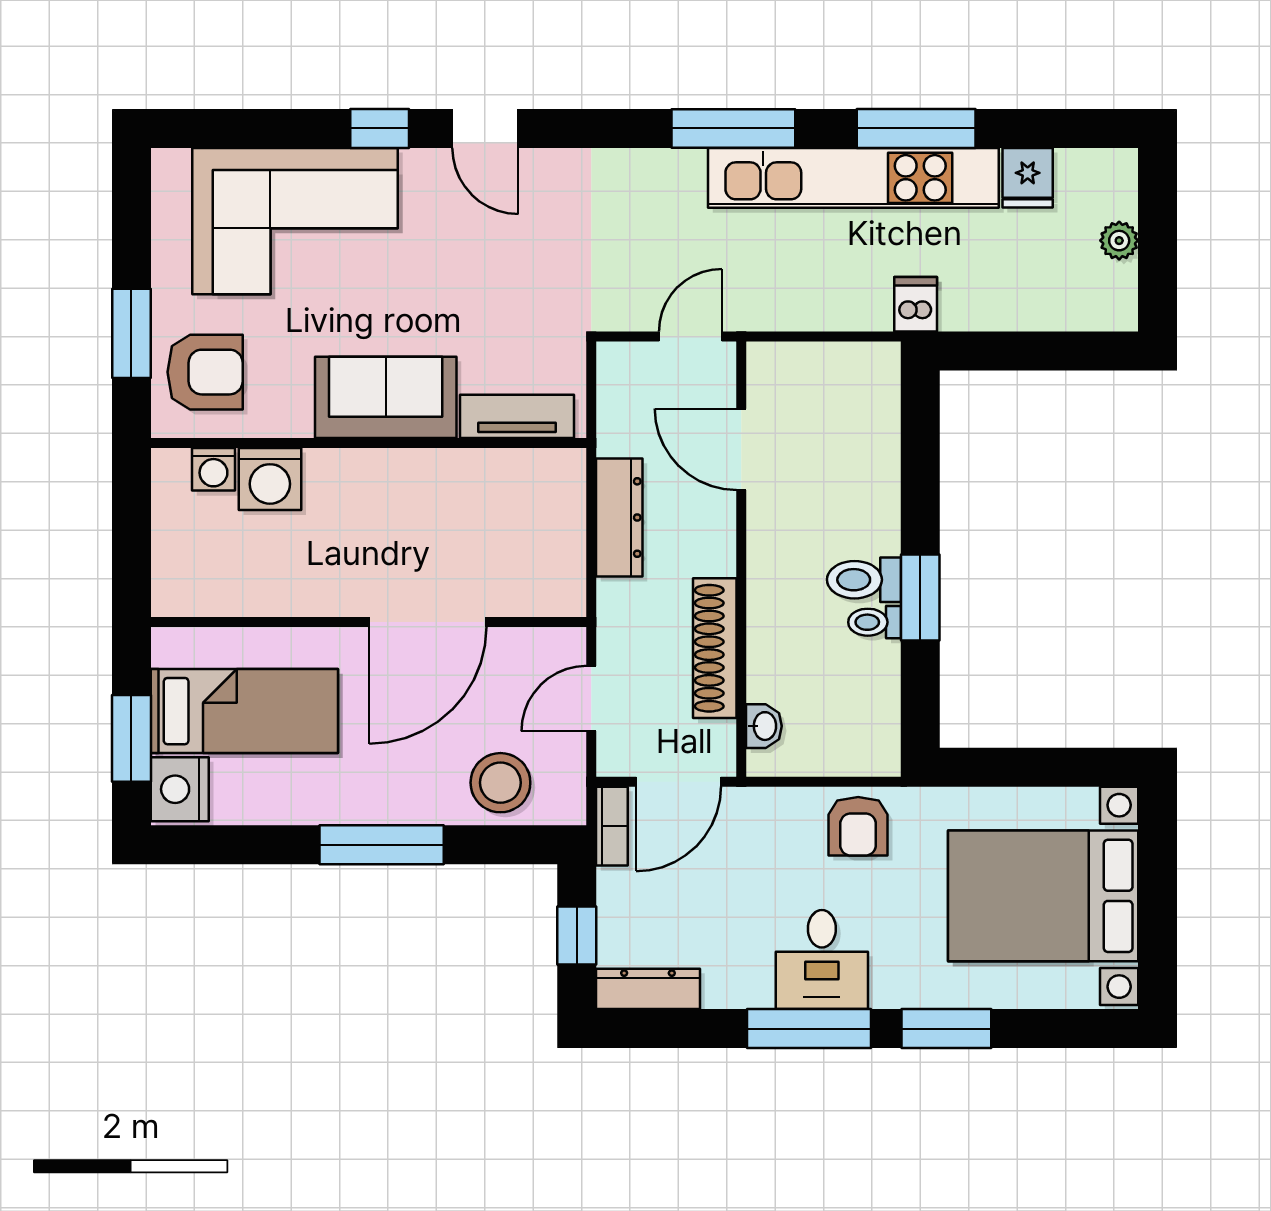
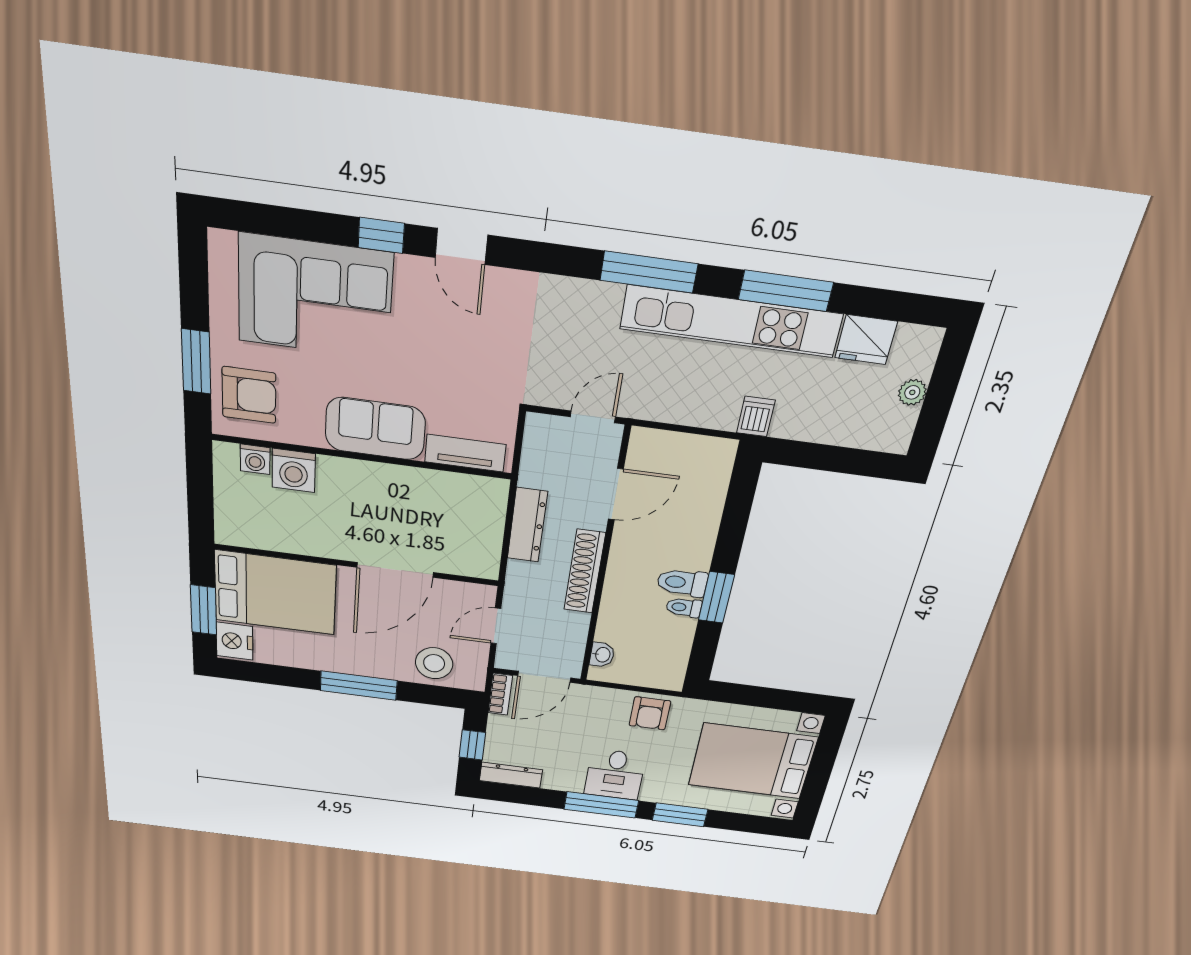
fridge: (1028, 178) -> (866, 340), width x1.38
door: (741, 449) -> (616, 494), swing flipped
shoe rack: (715, 648) -> (585, 572), moved
bed: (244, 711) -> (275, 593), width x1.50

